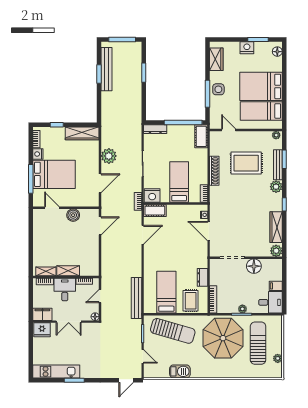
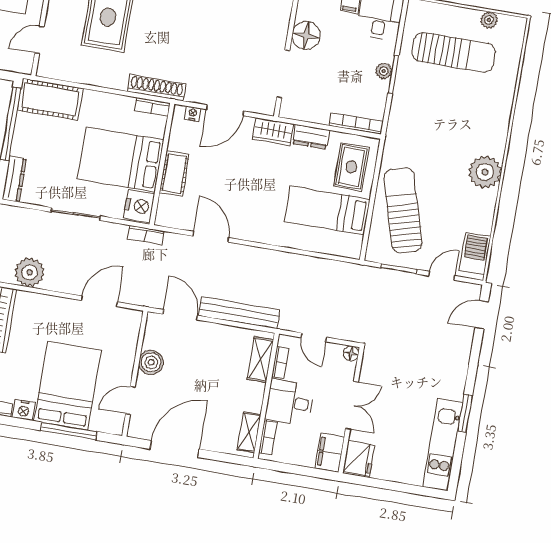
cot: (201, 136) -> (50, 99), width x1.37, depth x1.34
plant: (109, 156) -> (30, 272), moved
shoe rack: (214, 171) -> (157, 88), moved
bed: (179, 182) -> (121, 159), width x1.50
door: (100, 183) -> (99, 301), hinge flipped
cot: (155, 211) -> (174, 173), moved
door: (31, 235) -> (175, 449), added
wardrobe: (202, 258) -> (273, 132), added
shelving: (68, 271) -> (260, 360), moved
bench: (136, 298) -> (239, 313), moved
rug: (191, 301) -> (351, 167), turned 90
sun lounger: (173, 331) -> (403, 210), turned -32
parasol: (223, 338) -> (433, 117), removed
sun lounger: (258, 343) -> (454, 52), turned 180
plant: (200, 370) -> (485, 172), added
barbecue: (180, 371) -> (475, 253), moved
door: (126, 380) -> (482, 315), swing flipped

